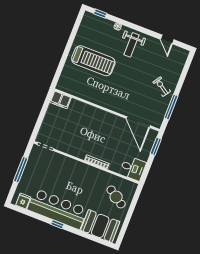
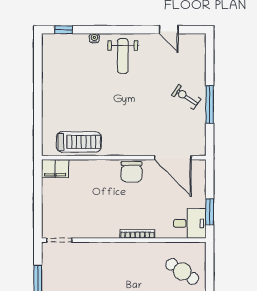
treadmill: (93, 61) -> (79, 142), moved, width x0.73, depth x0.73
window: (171, 107) -> (210, 105), moved
chair: (108, 121) -> (132, 172), added
window: (156, 146) -> (210, 212), moved

